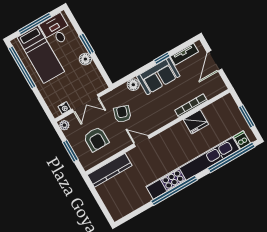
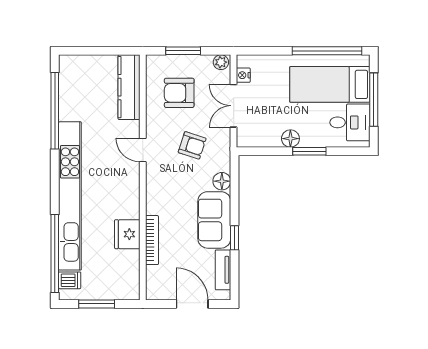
door: (142, 141) -> (143, 150), swing flipped
window: (174, 191) -> (55, 111), moved

